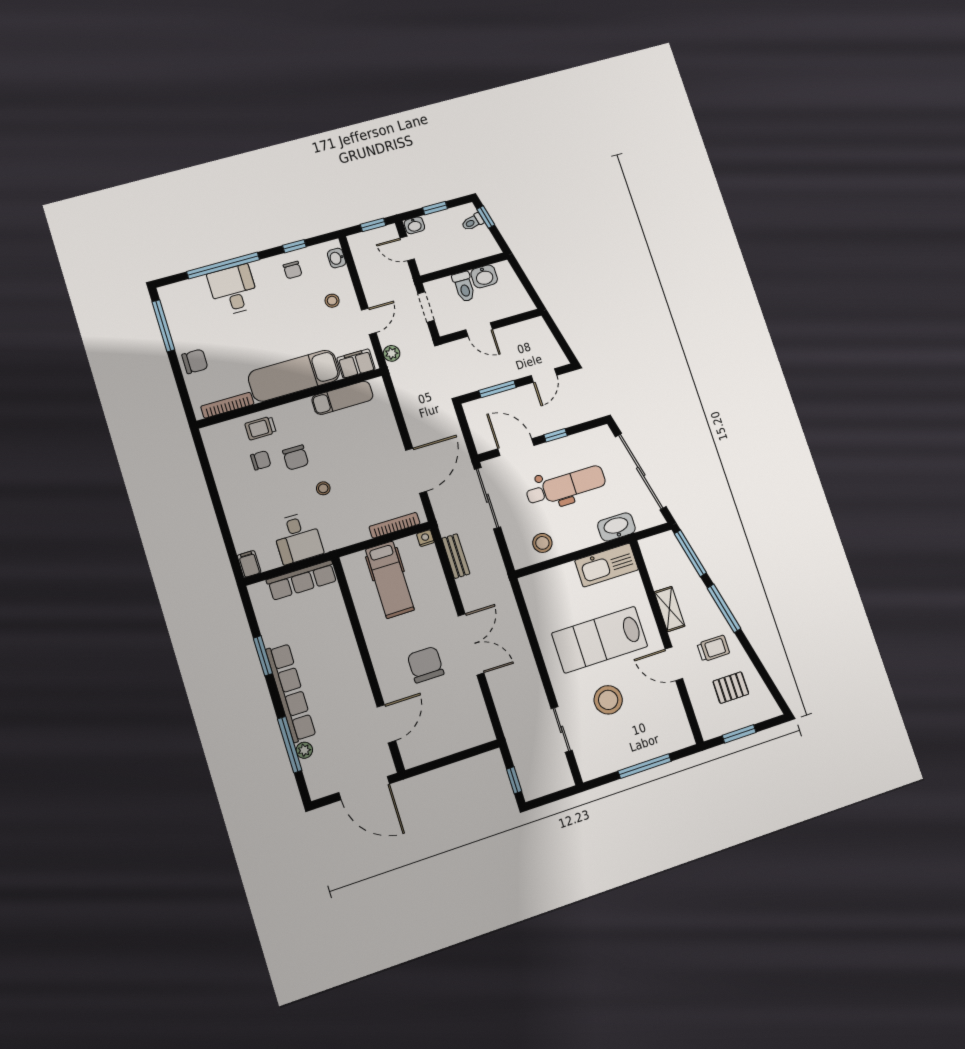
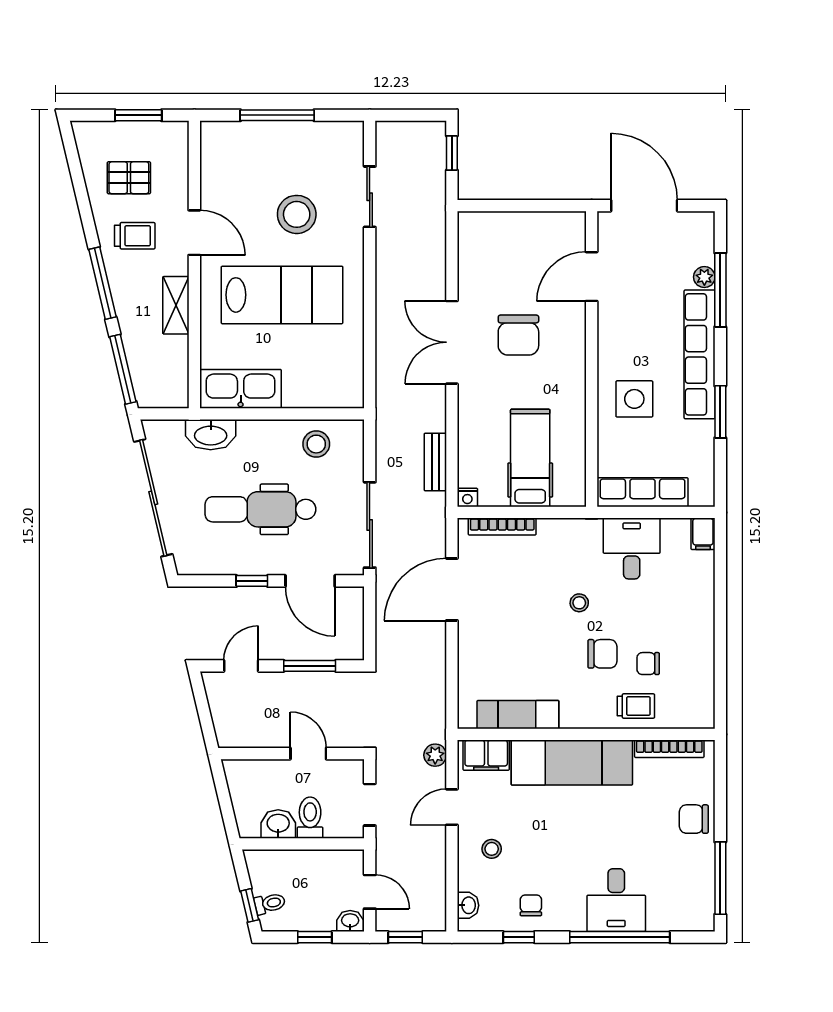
chair: (296, 457) -> (602, 654), turned 90
side table: (328, 645) -> (634, 399), added
trolley: (713, 648) -> (135, 236), turned 180

